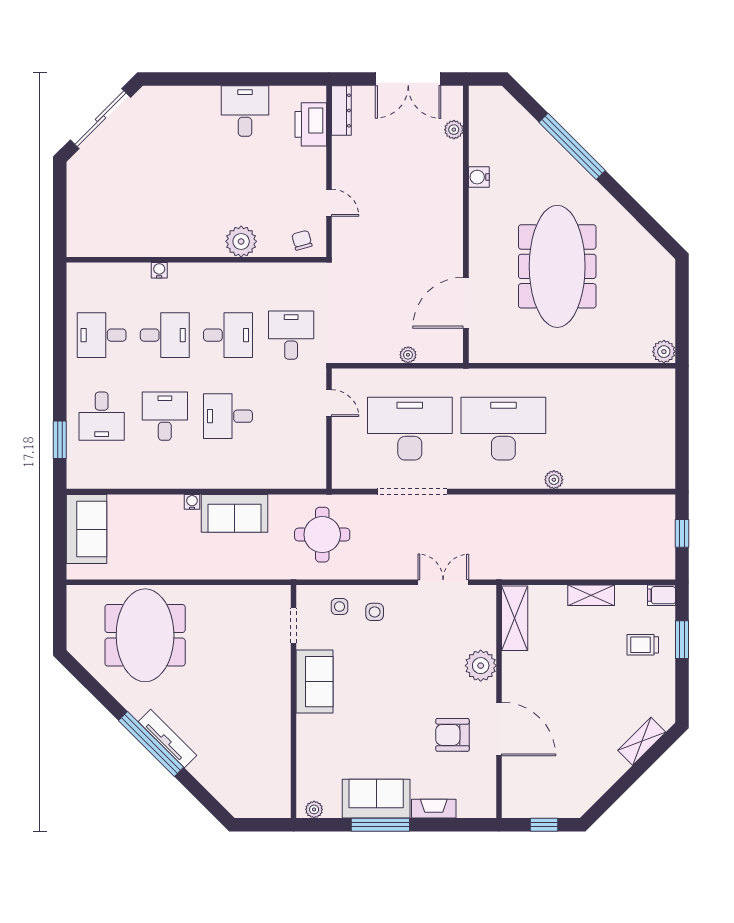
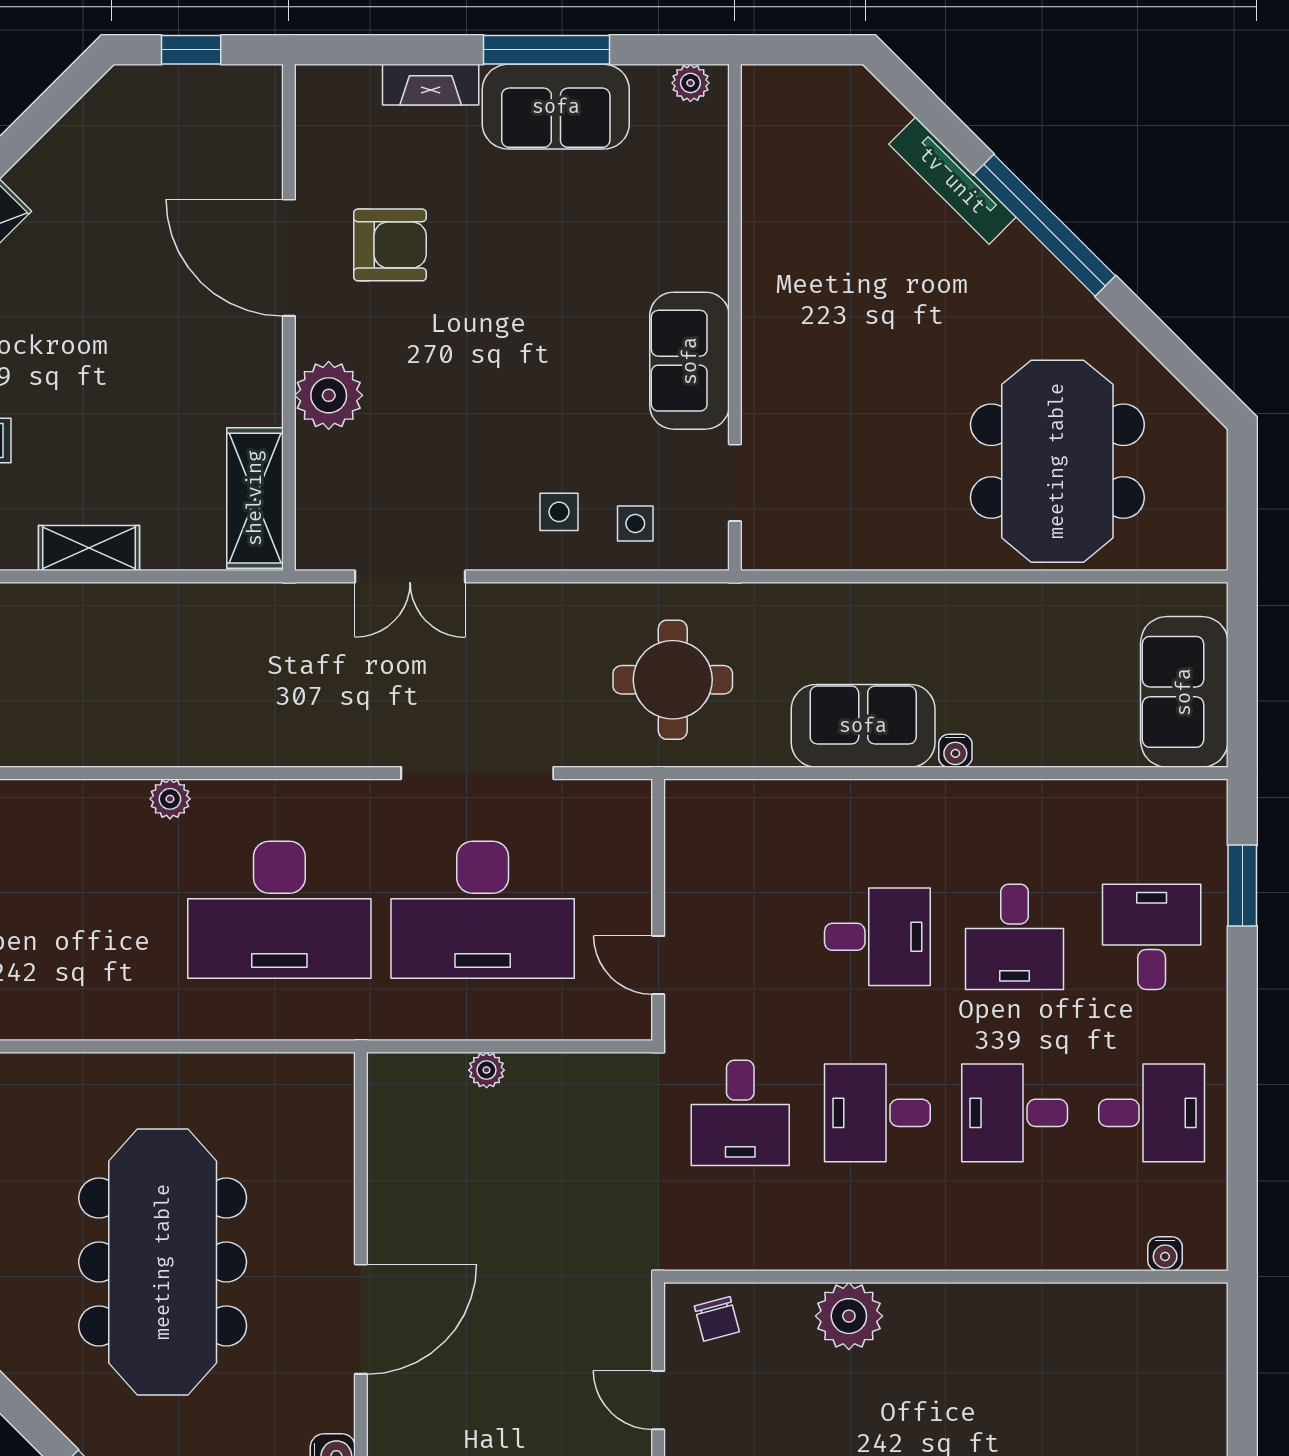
water cooler: (159, 270) -> (1165, 1254), moved
door: (466, 303) -> (361, 1319), moved
tv unit: (167, 739) -> (952, 181), moved

